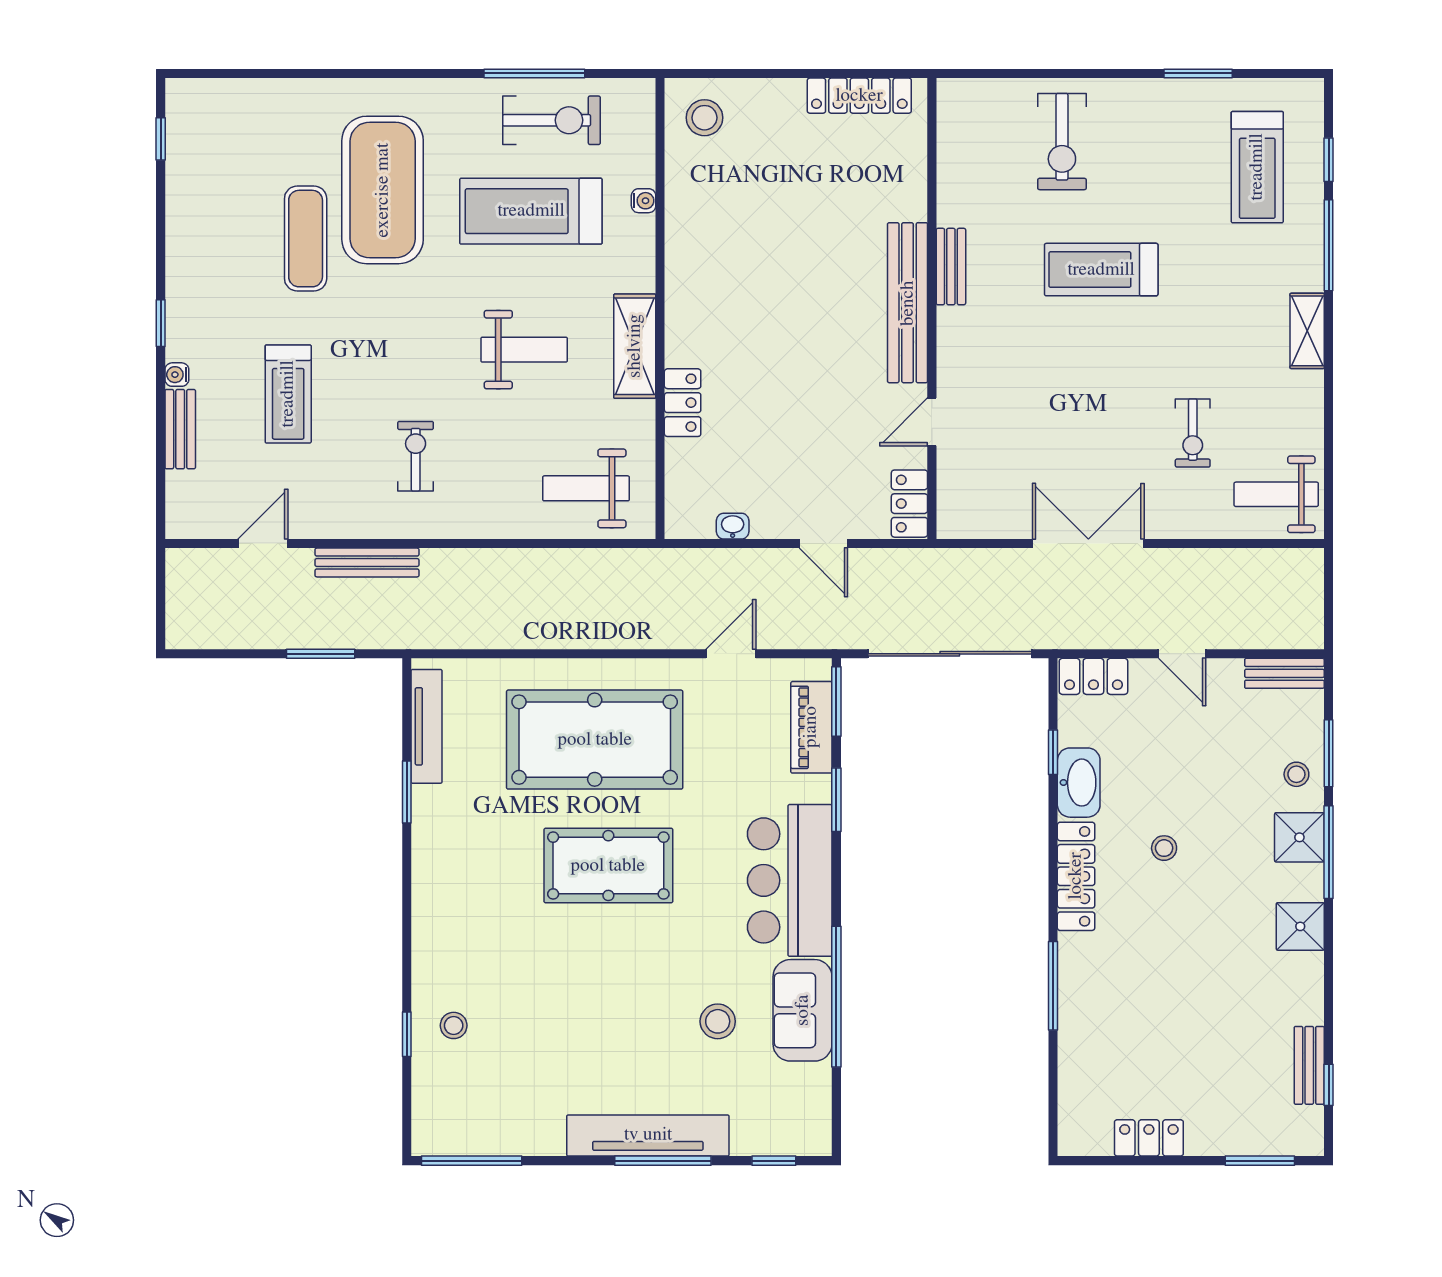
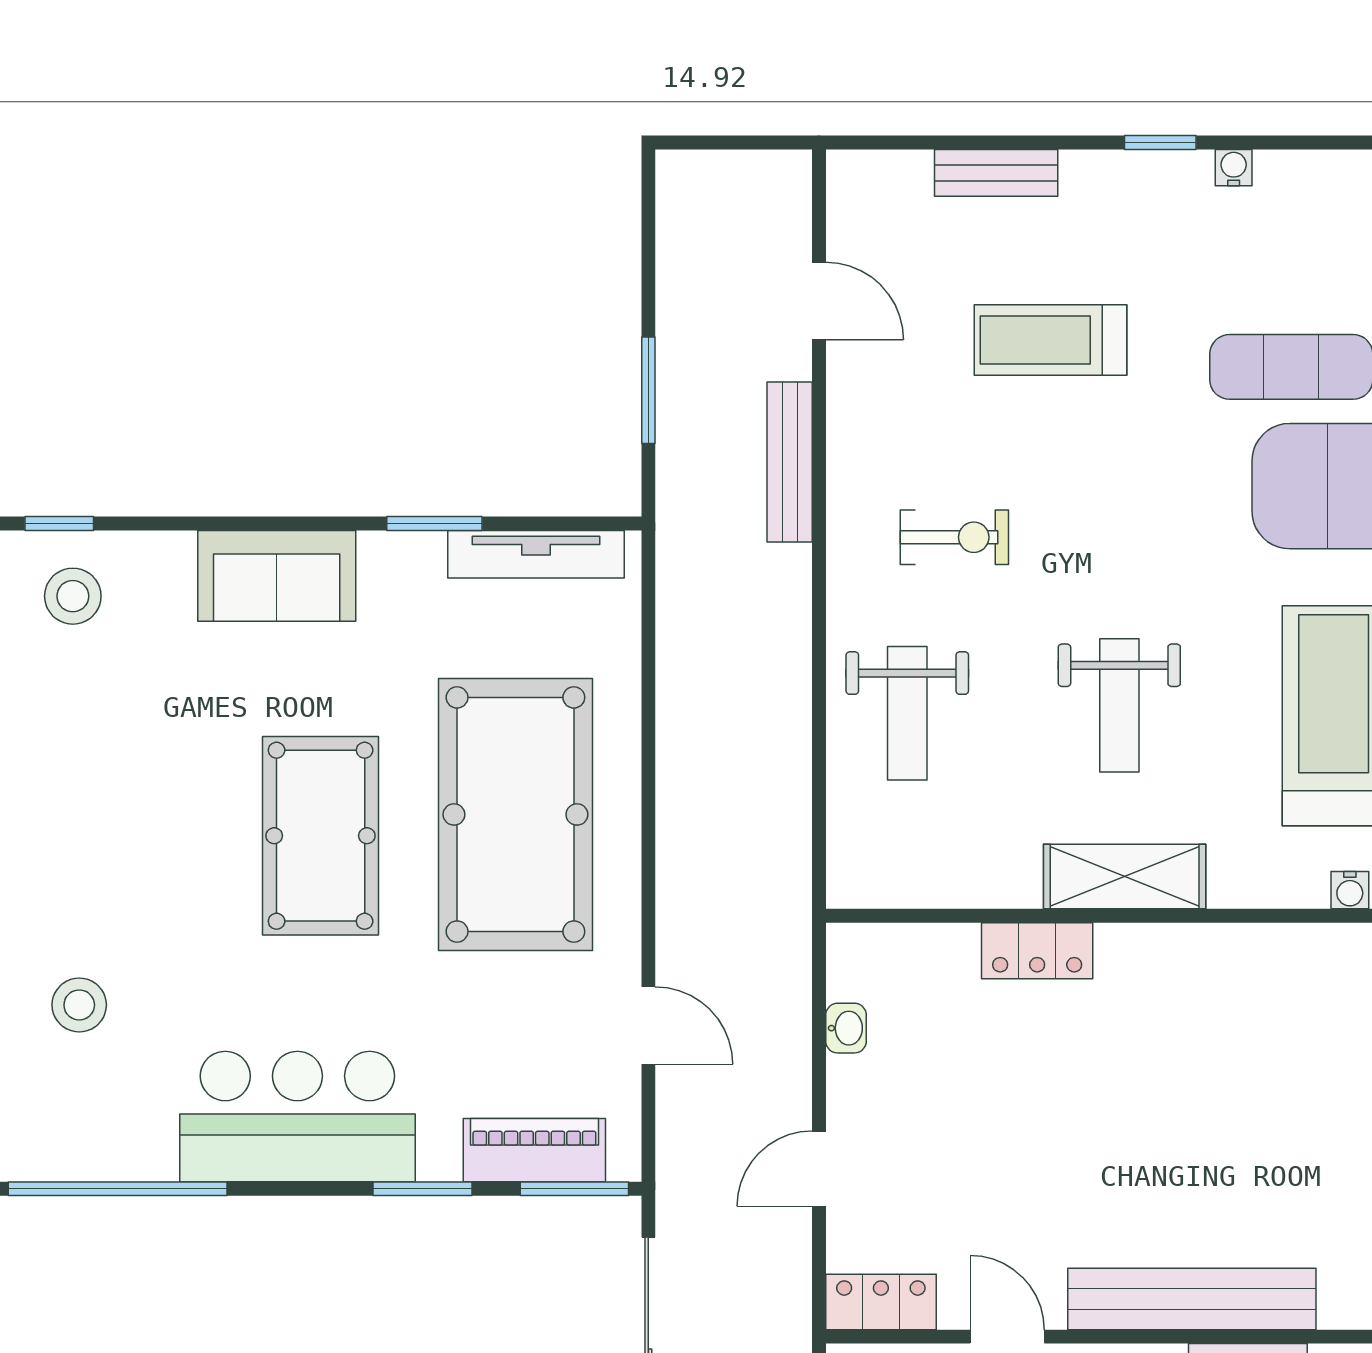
water cooler: (177, 375) -> (1234, 168), moved
weight bench: (586, 488) -> (907, 713), moved, turned 180
sofa: (803, 1010) -> (277, 576), moved, turned 180
stool: (454, 1025) -> (73, 596), width x1.37, depth x1.37

